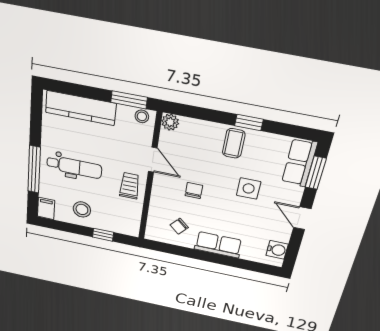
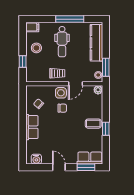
window: (34, 169) -> (70, 19), moved
side table: (249, 188) -> (61, 93), moved
door: (302, 218) -> (59, 167), hinge flipped

